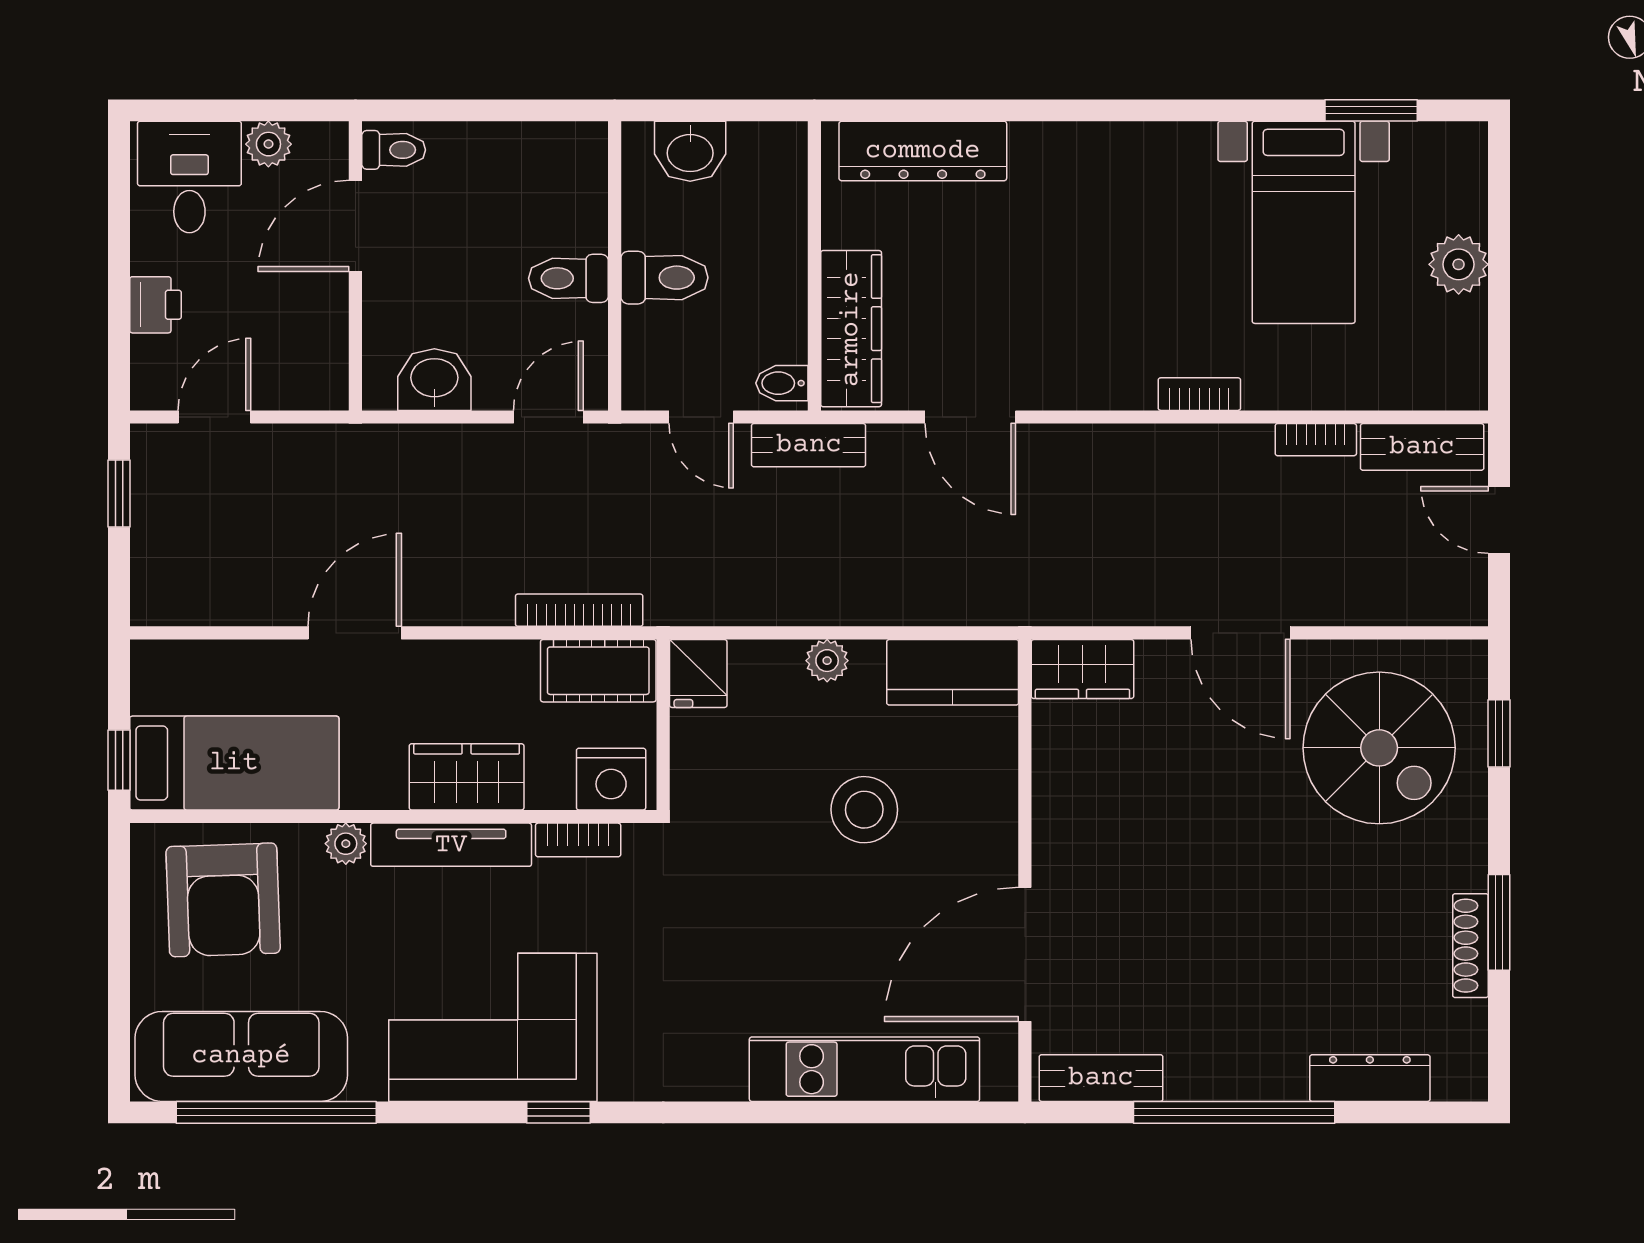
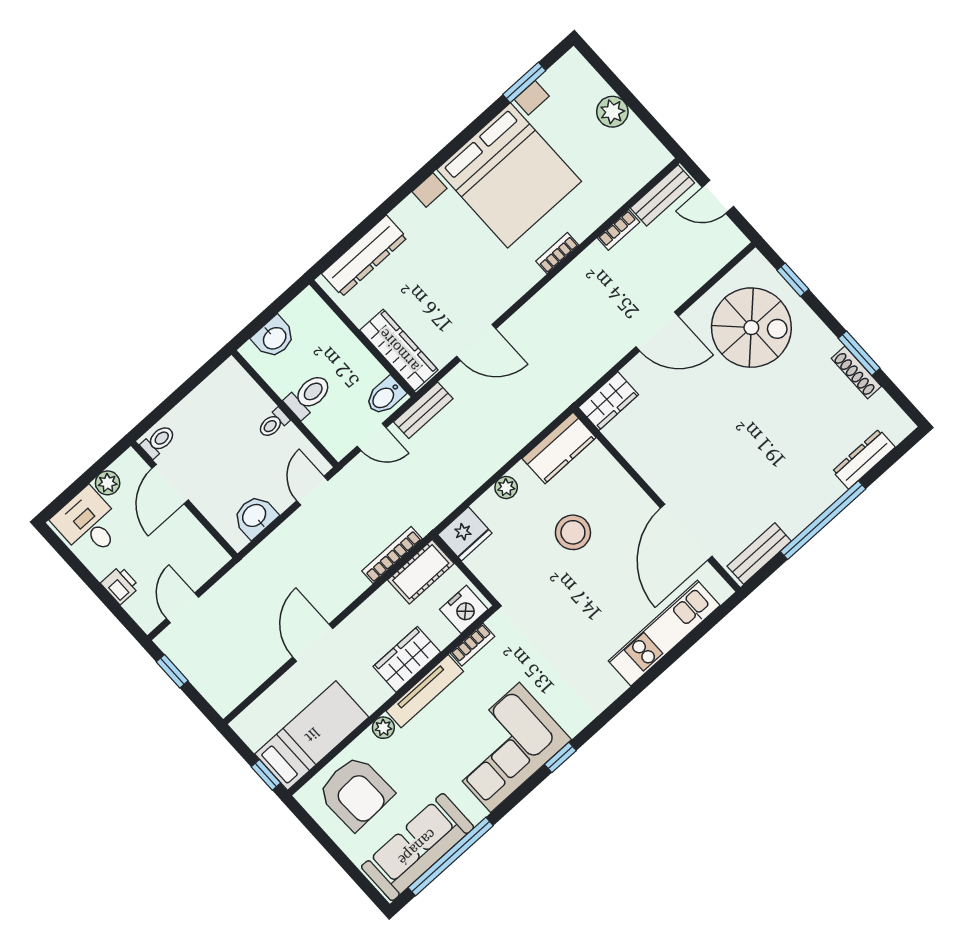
bed with nightstands: (1304, 222) -> (509, 175), width x1.85
toilet: (568, 278) -> (273, 423), width x0.73, depth x0.72
bidet: (782, 383) -> (385, 396), width x1.38, depth x1.36
fridge: (698, 673) -> (465, 534), width x1.38

